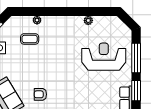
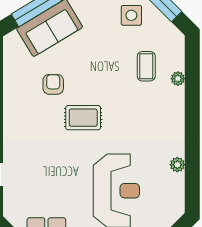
rug: (60, 76) -> (83, 118), added

